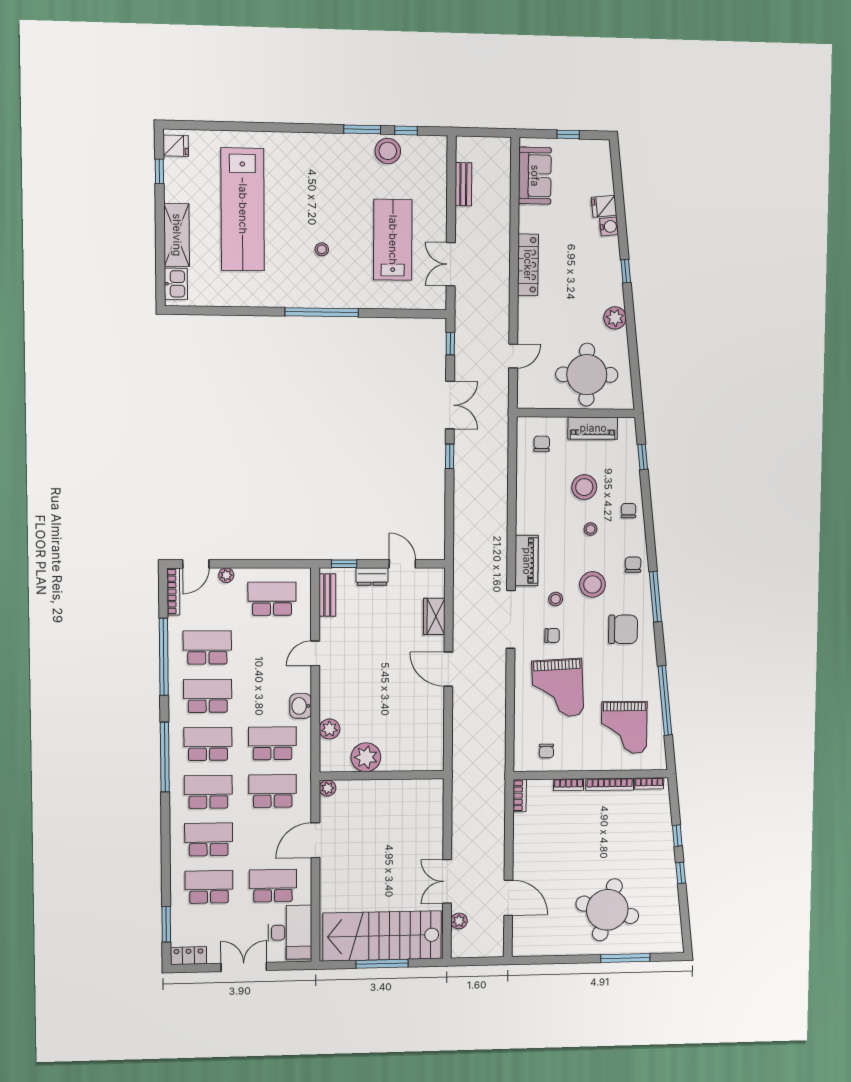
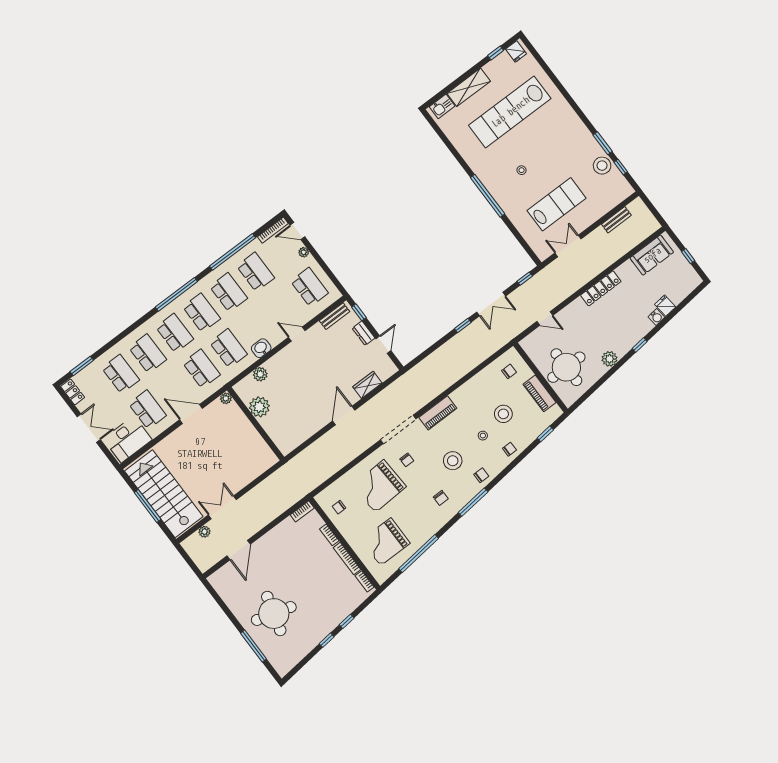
stool: (556, 599) -> (429, 446), removed
chair: (623, 629) -> (441, 498), width x0.54, depth x0.54

